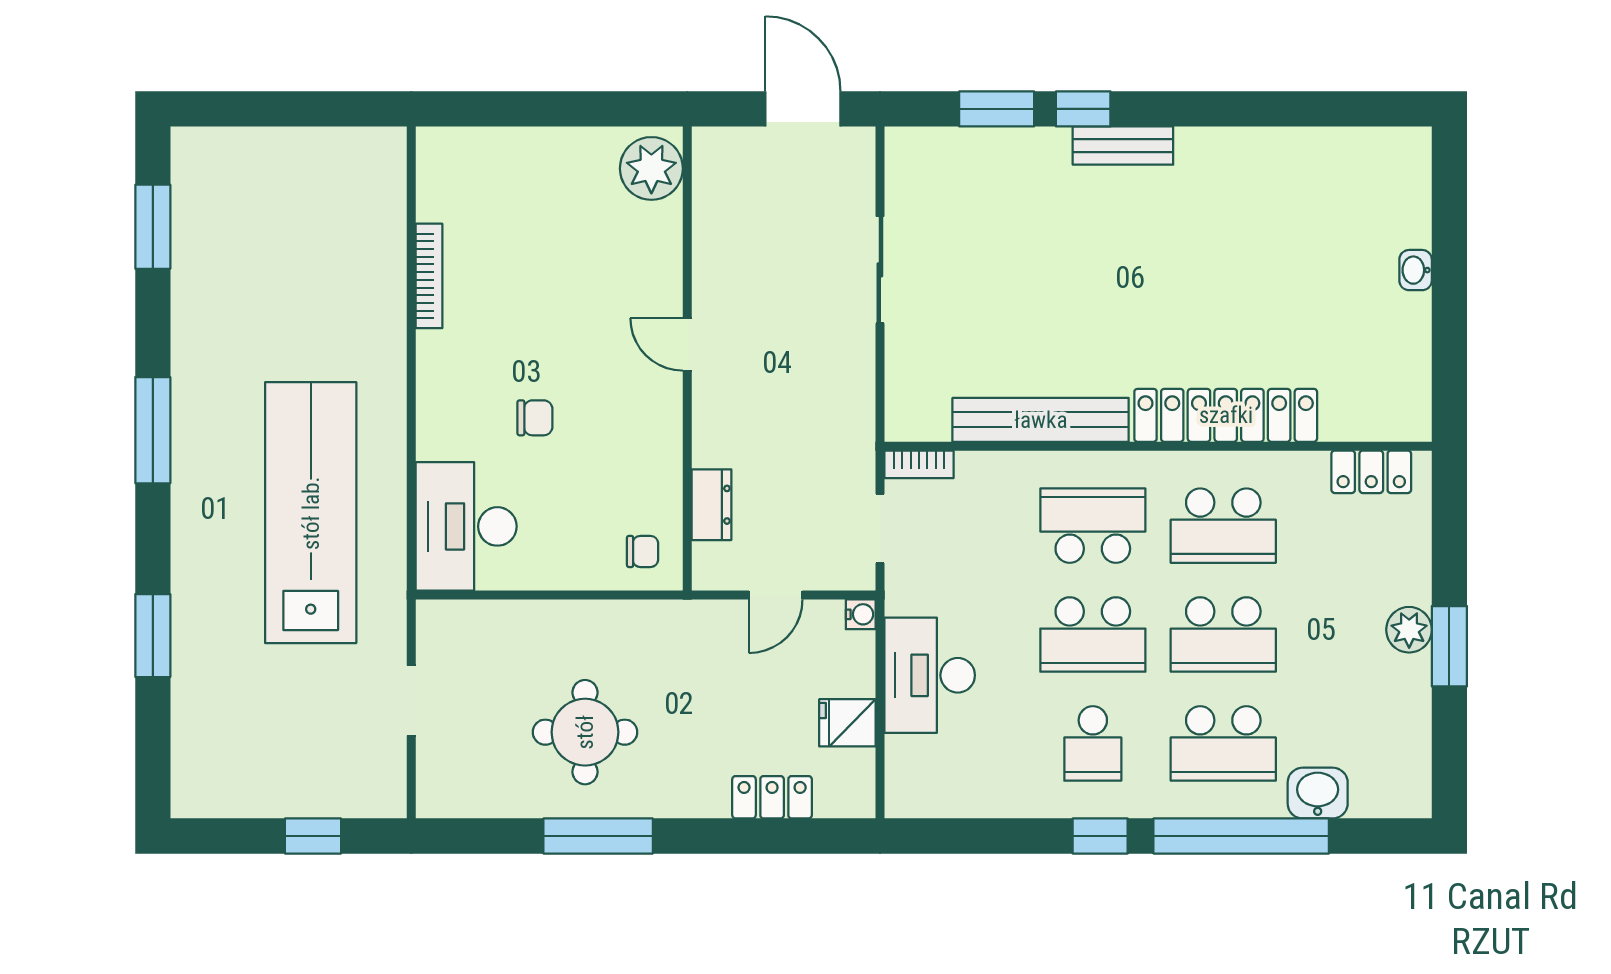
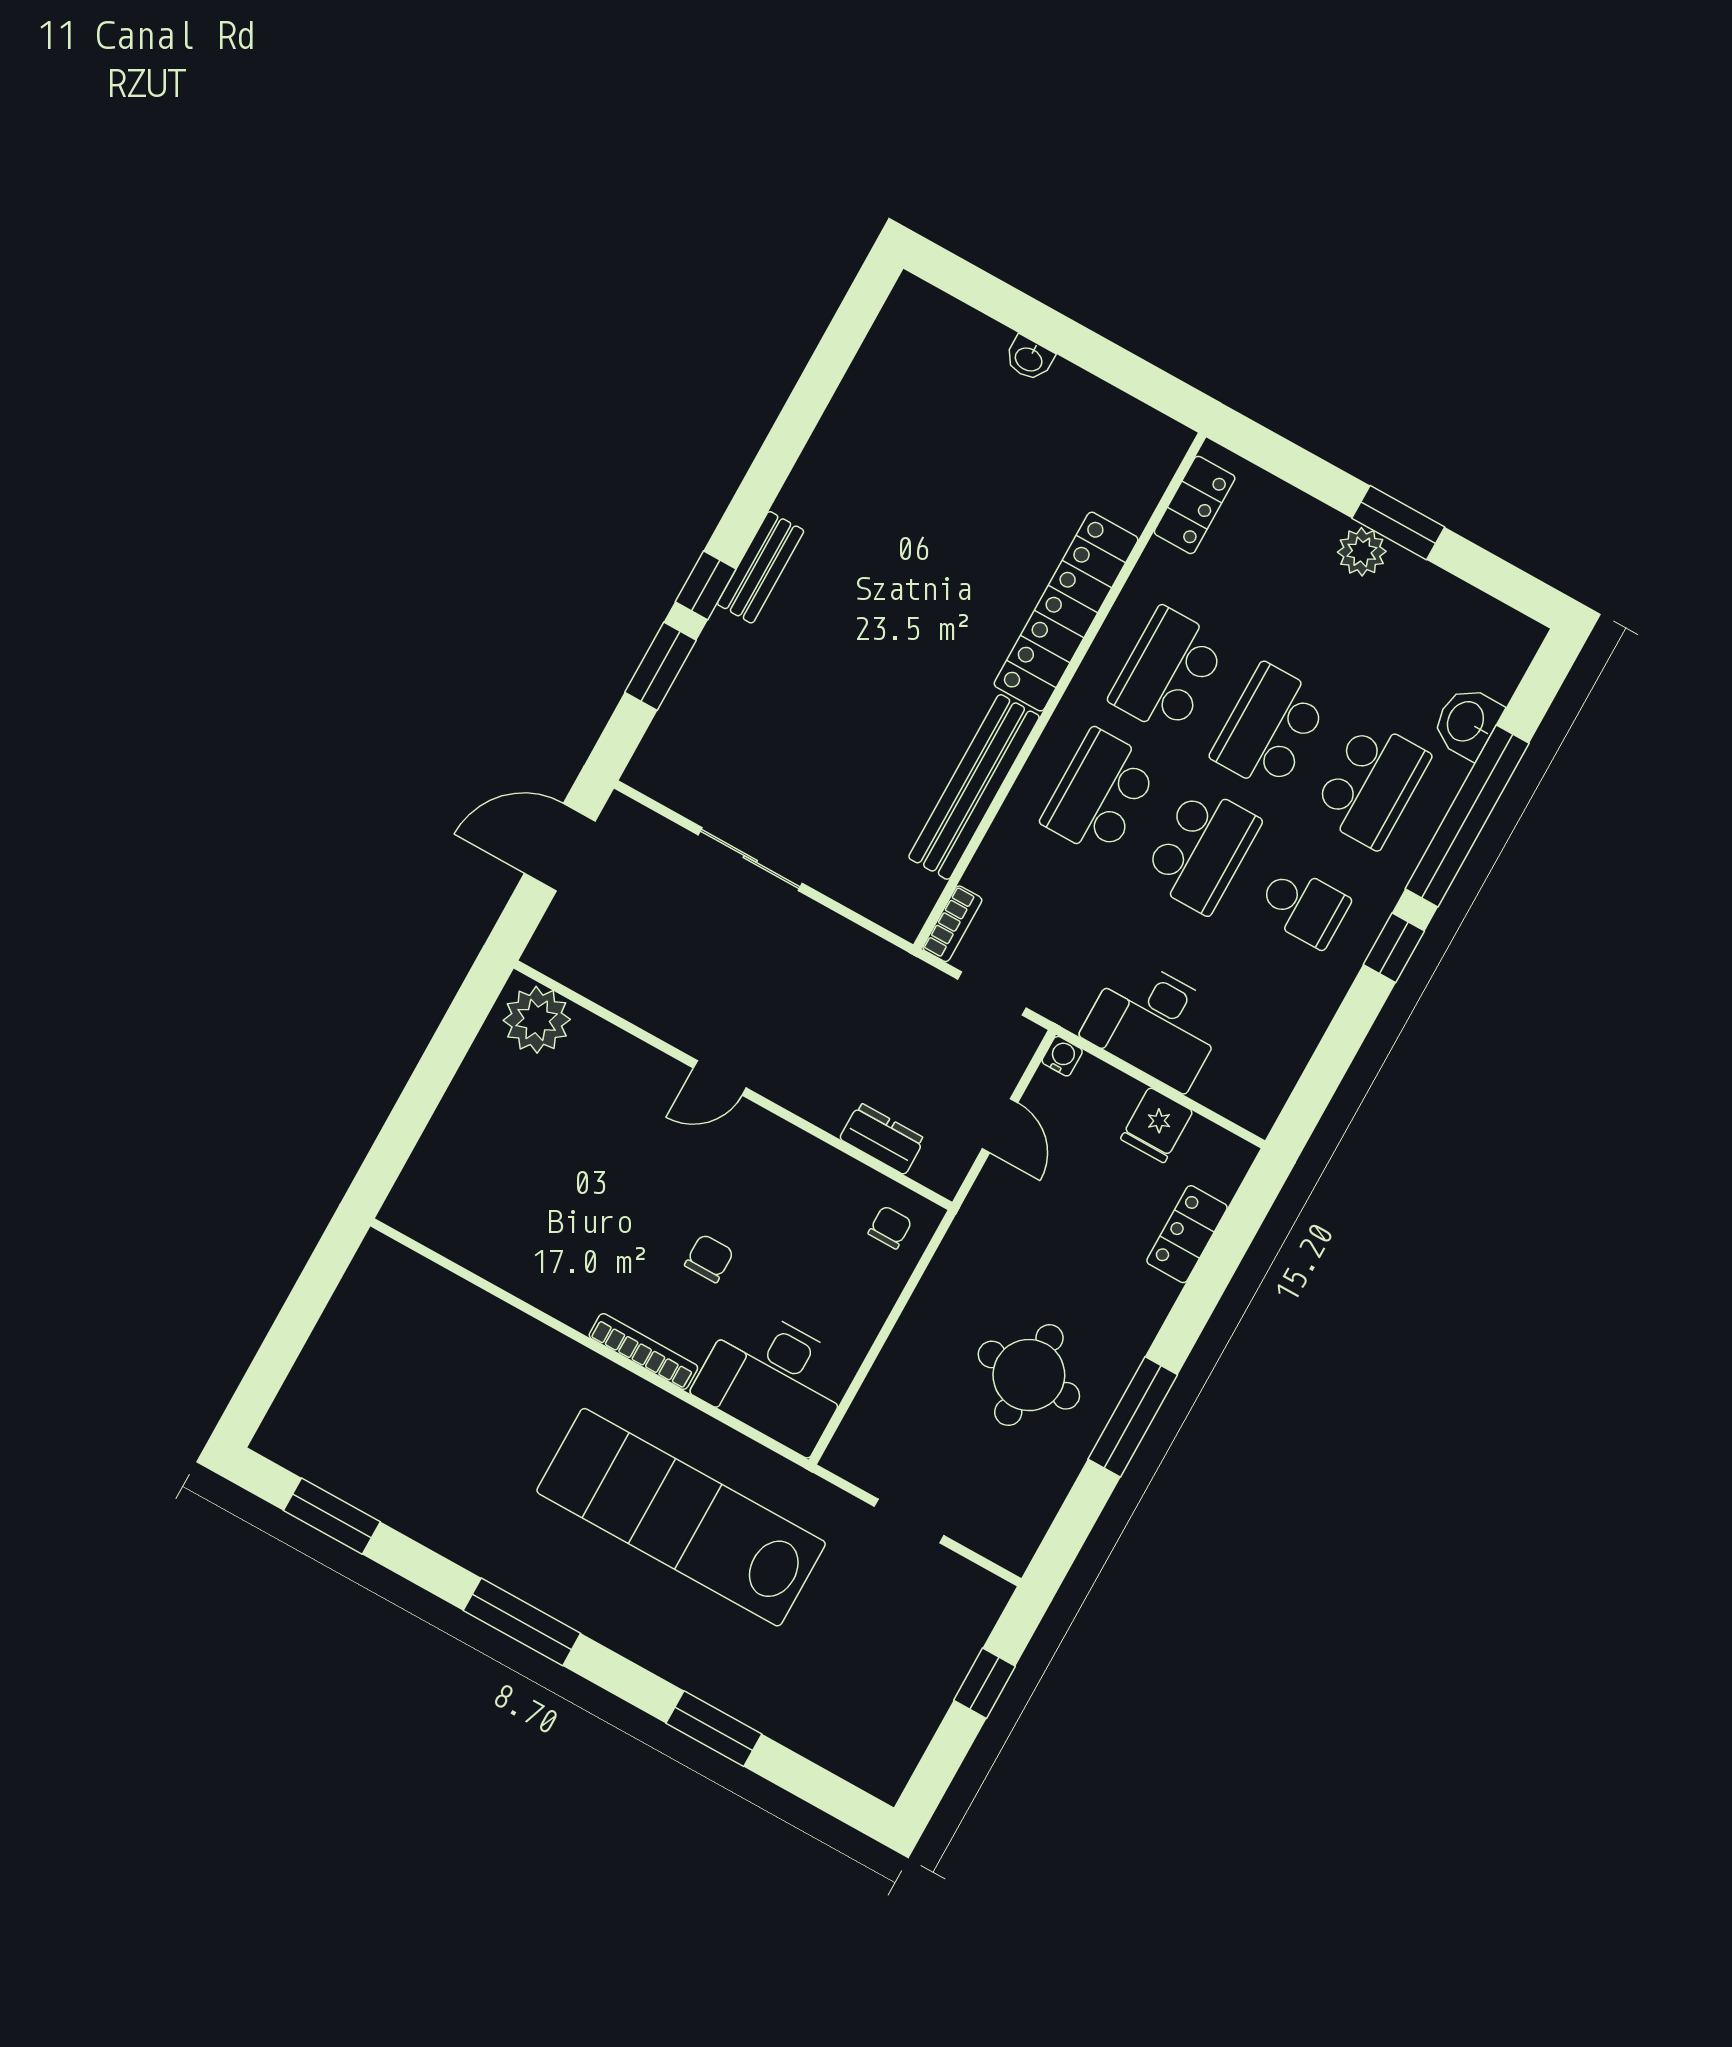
bookcase: (429, 276) -> (643, 1351), moved
school desk: (1223, 526) -> (1168, 671), turned 180
school desk: (1223, 635) -> (1270, 728), turned 180

